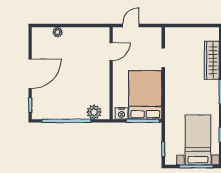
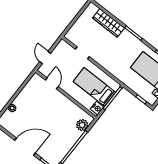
door: (30, 74) -> (25, 147), hinge flipped
bed: (145, 95) -> (94, 87), width x0.67

